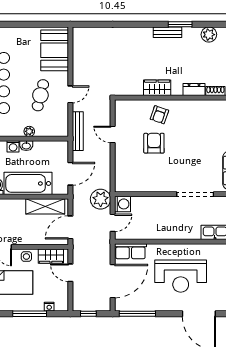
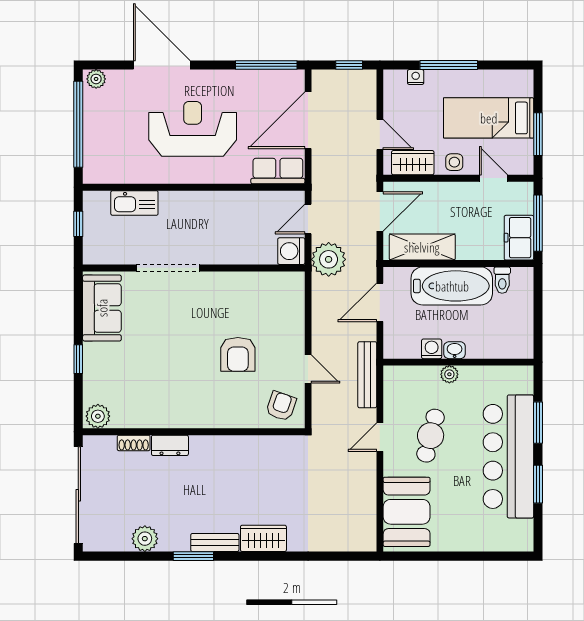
wardrobe: (157, 88) -> (263, 538), moved, turned 180
armchair: (159, 115) -> (281, 406), moved
washing machine: (13, 146) -> (432, 349), moved

